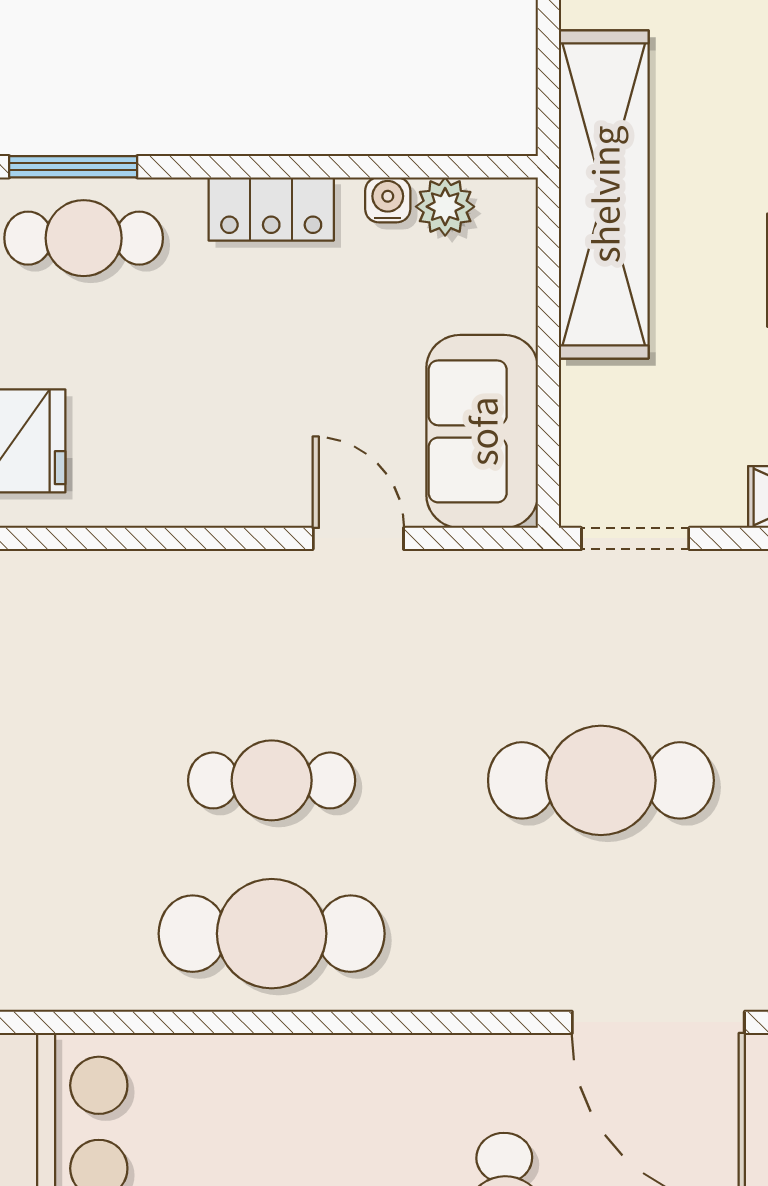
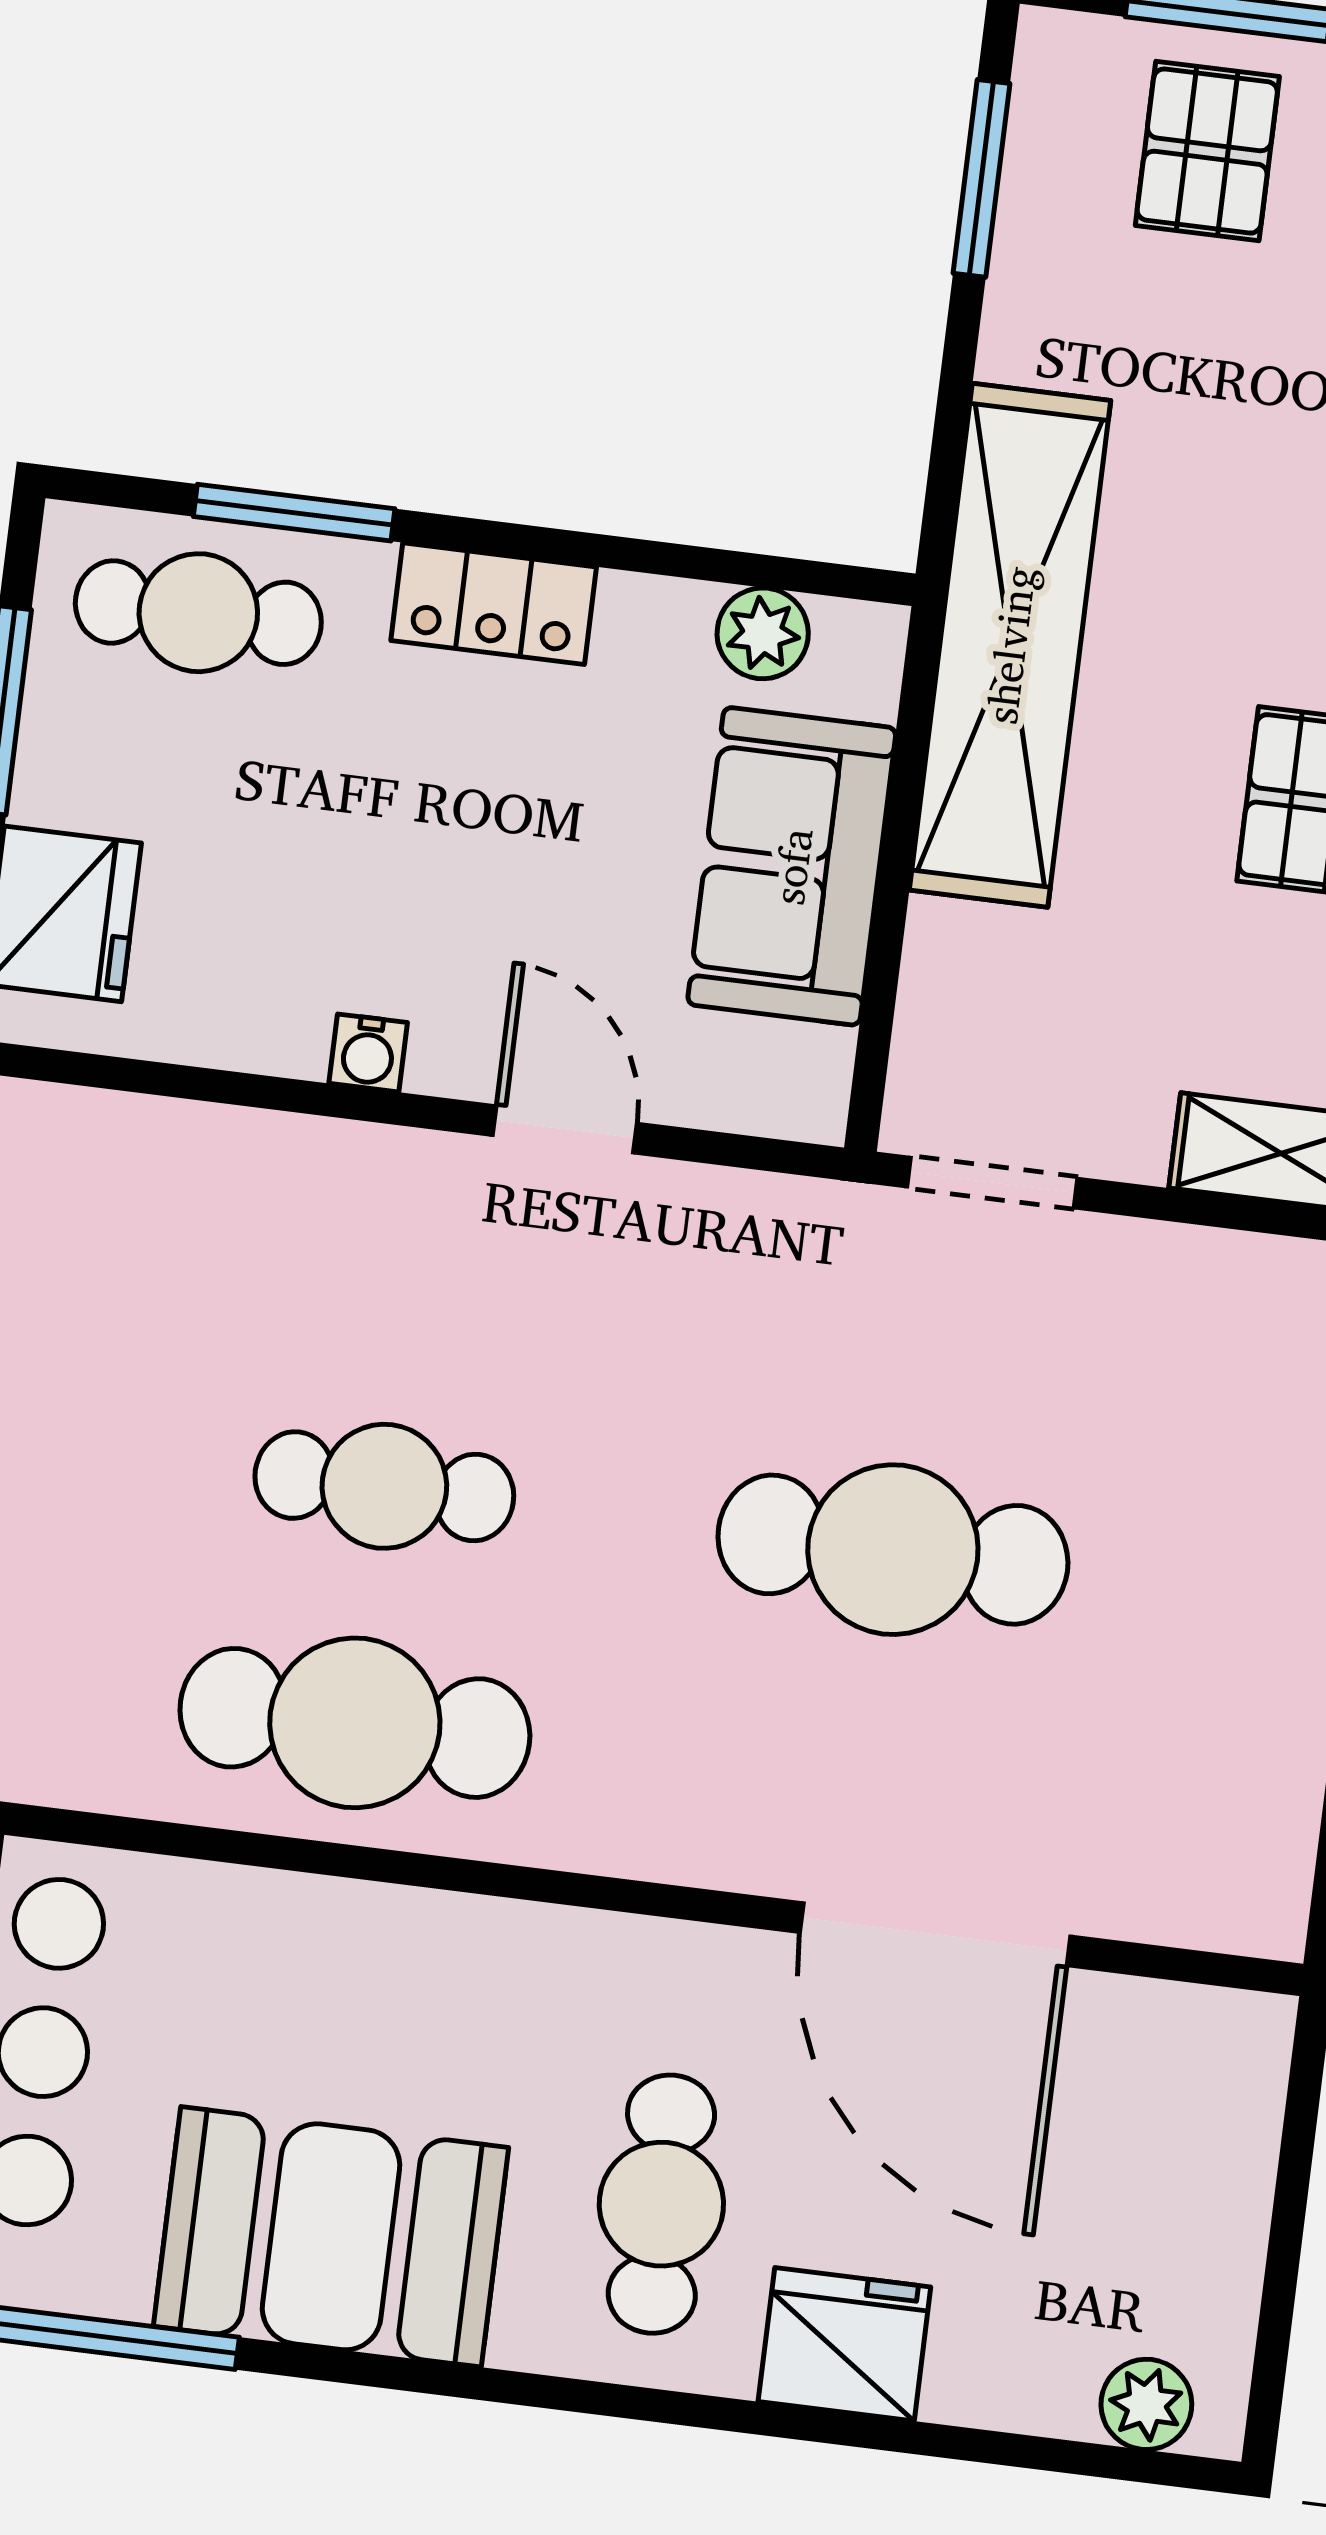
window: (73, 167) -> (294, 513), moved
water cooler: (388, 200) -> (368, 1053), moved, turned 180
sofa: (482, 431) -> (792, 866), moved

